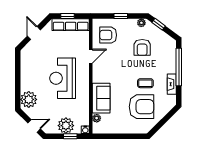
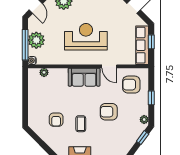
armchair: (108, 35) -> (131, 85), turned -90
armchair: (142, 47) -> (109, 112), moved
sofa: (101, 98) -> (84, 77), moved
armchair: (142, 107) -> (56, 120), width x0.53, depth x0.53
window: (70, 136) -> (25, 45), width x2.17

